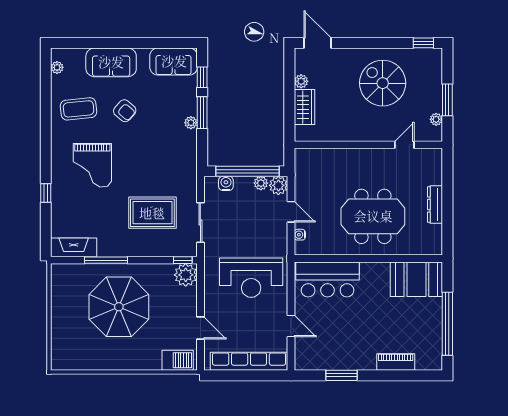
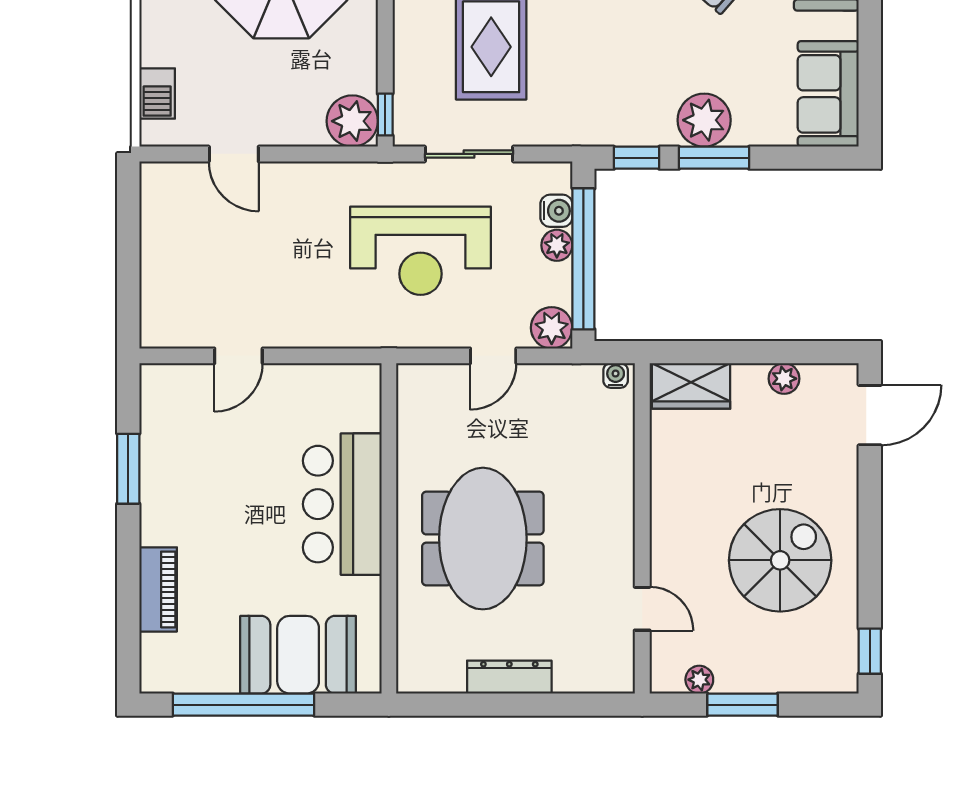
window: (202, 77) -> (637, 158), moved
wardrobe: (304, 107) -> (691, 386), moved
plant: (191, 123) -> (704, 120), width x1.87, depth x1.87
plant: (261, 183) -> (557, 245), moved
water cooler: (300, 235) -> (616, 375), moved
reception desk: (251, 278) -> (421, 251), moved, turned -90
bar counter: (328, 279) -> (342, 504), moved
booth: (416, 279) -> (298, 655), moved, turned 90
door: (200, 328) -> (234, 154), hinge flipped
barbecue: (178, 360) -> (157, 94), width x0.73, depth x0.79
row of seats: (249, 361) -> (160, 262), removed

